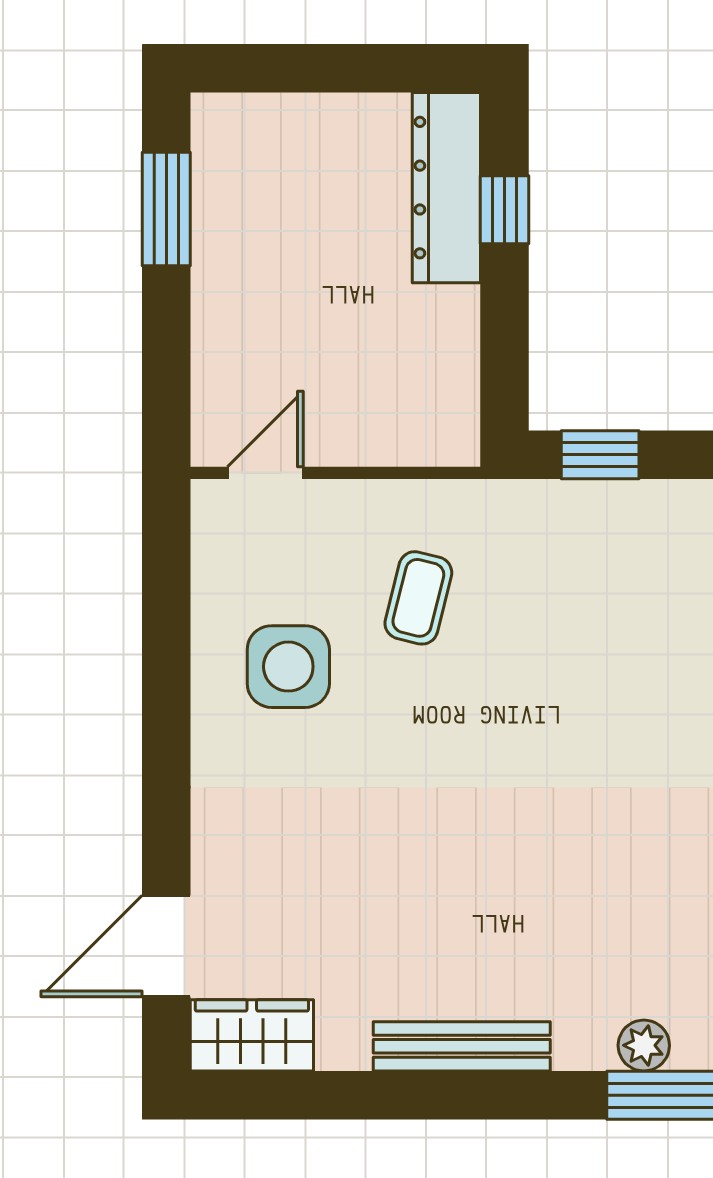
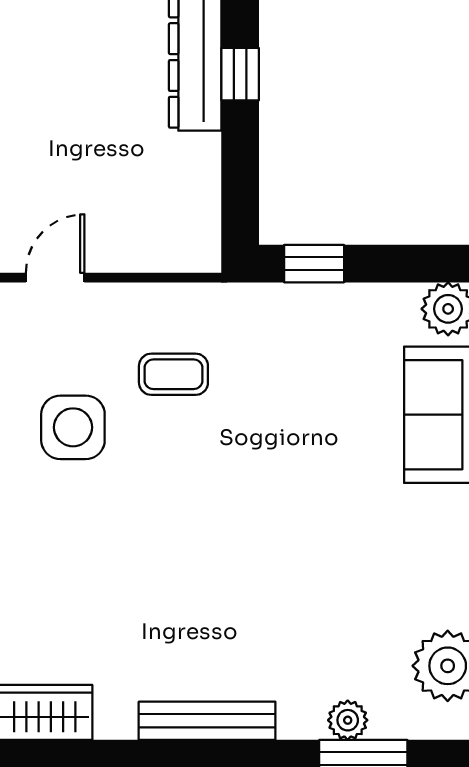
coffee table: (418, 598) -> (173, 374), turned 76

